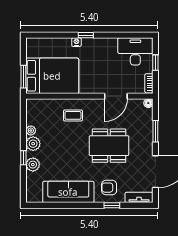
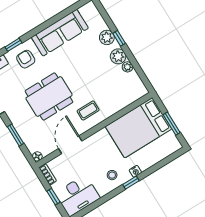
stool: (97, 51) -> (112, 175), added
window: (23, 77) -> (172, 124), moved
coffee table: (73, 115) -> (88, 110), moved
armchair: (109, 188) -> (26, 59), turned -90

